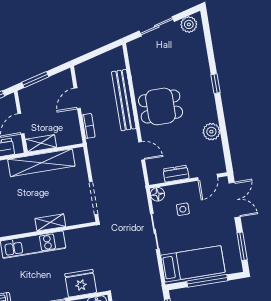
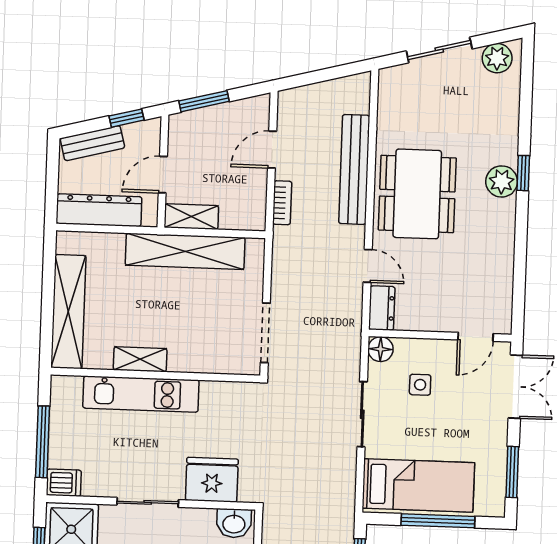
dining table: (160, 106) -> (417, 194), width x1.38
plant: (211, 132) -> (502, 181), moved
dresser: (176, 174) -> (382, 308), moved, turned 90
shelving: (50, 222) -> (140, 359), moved

